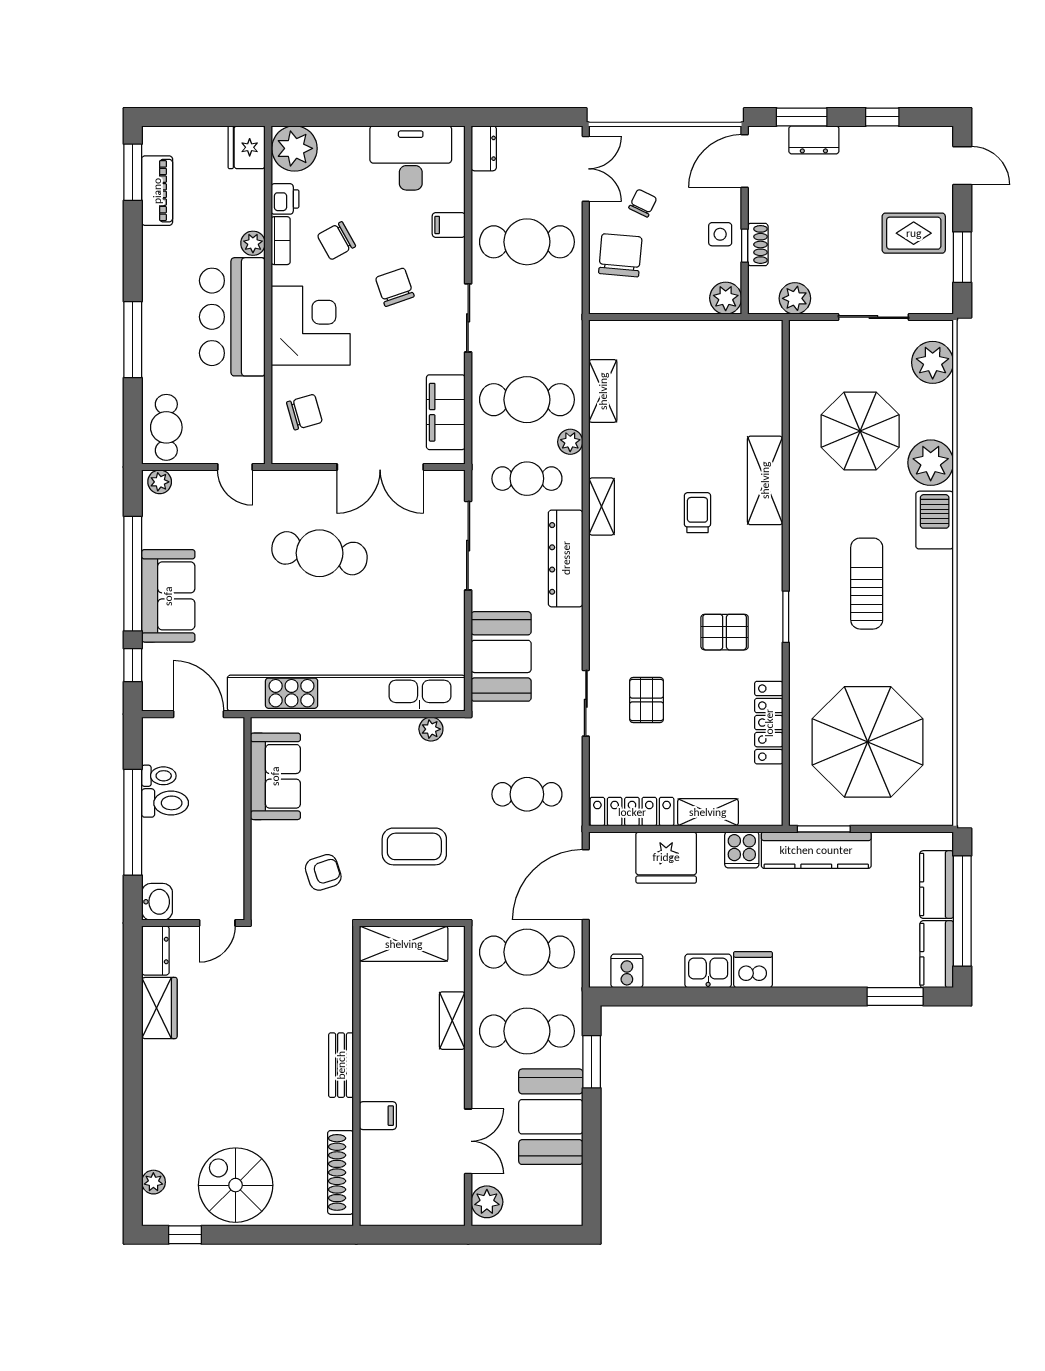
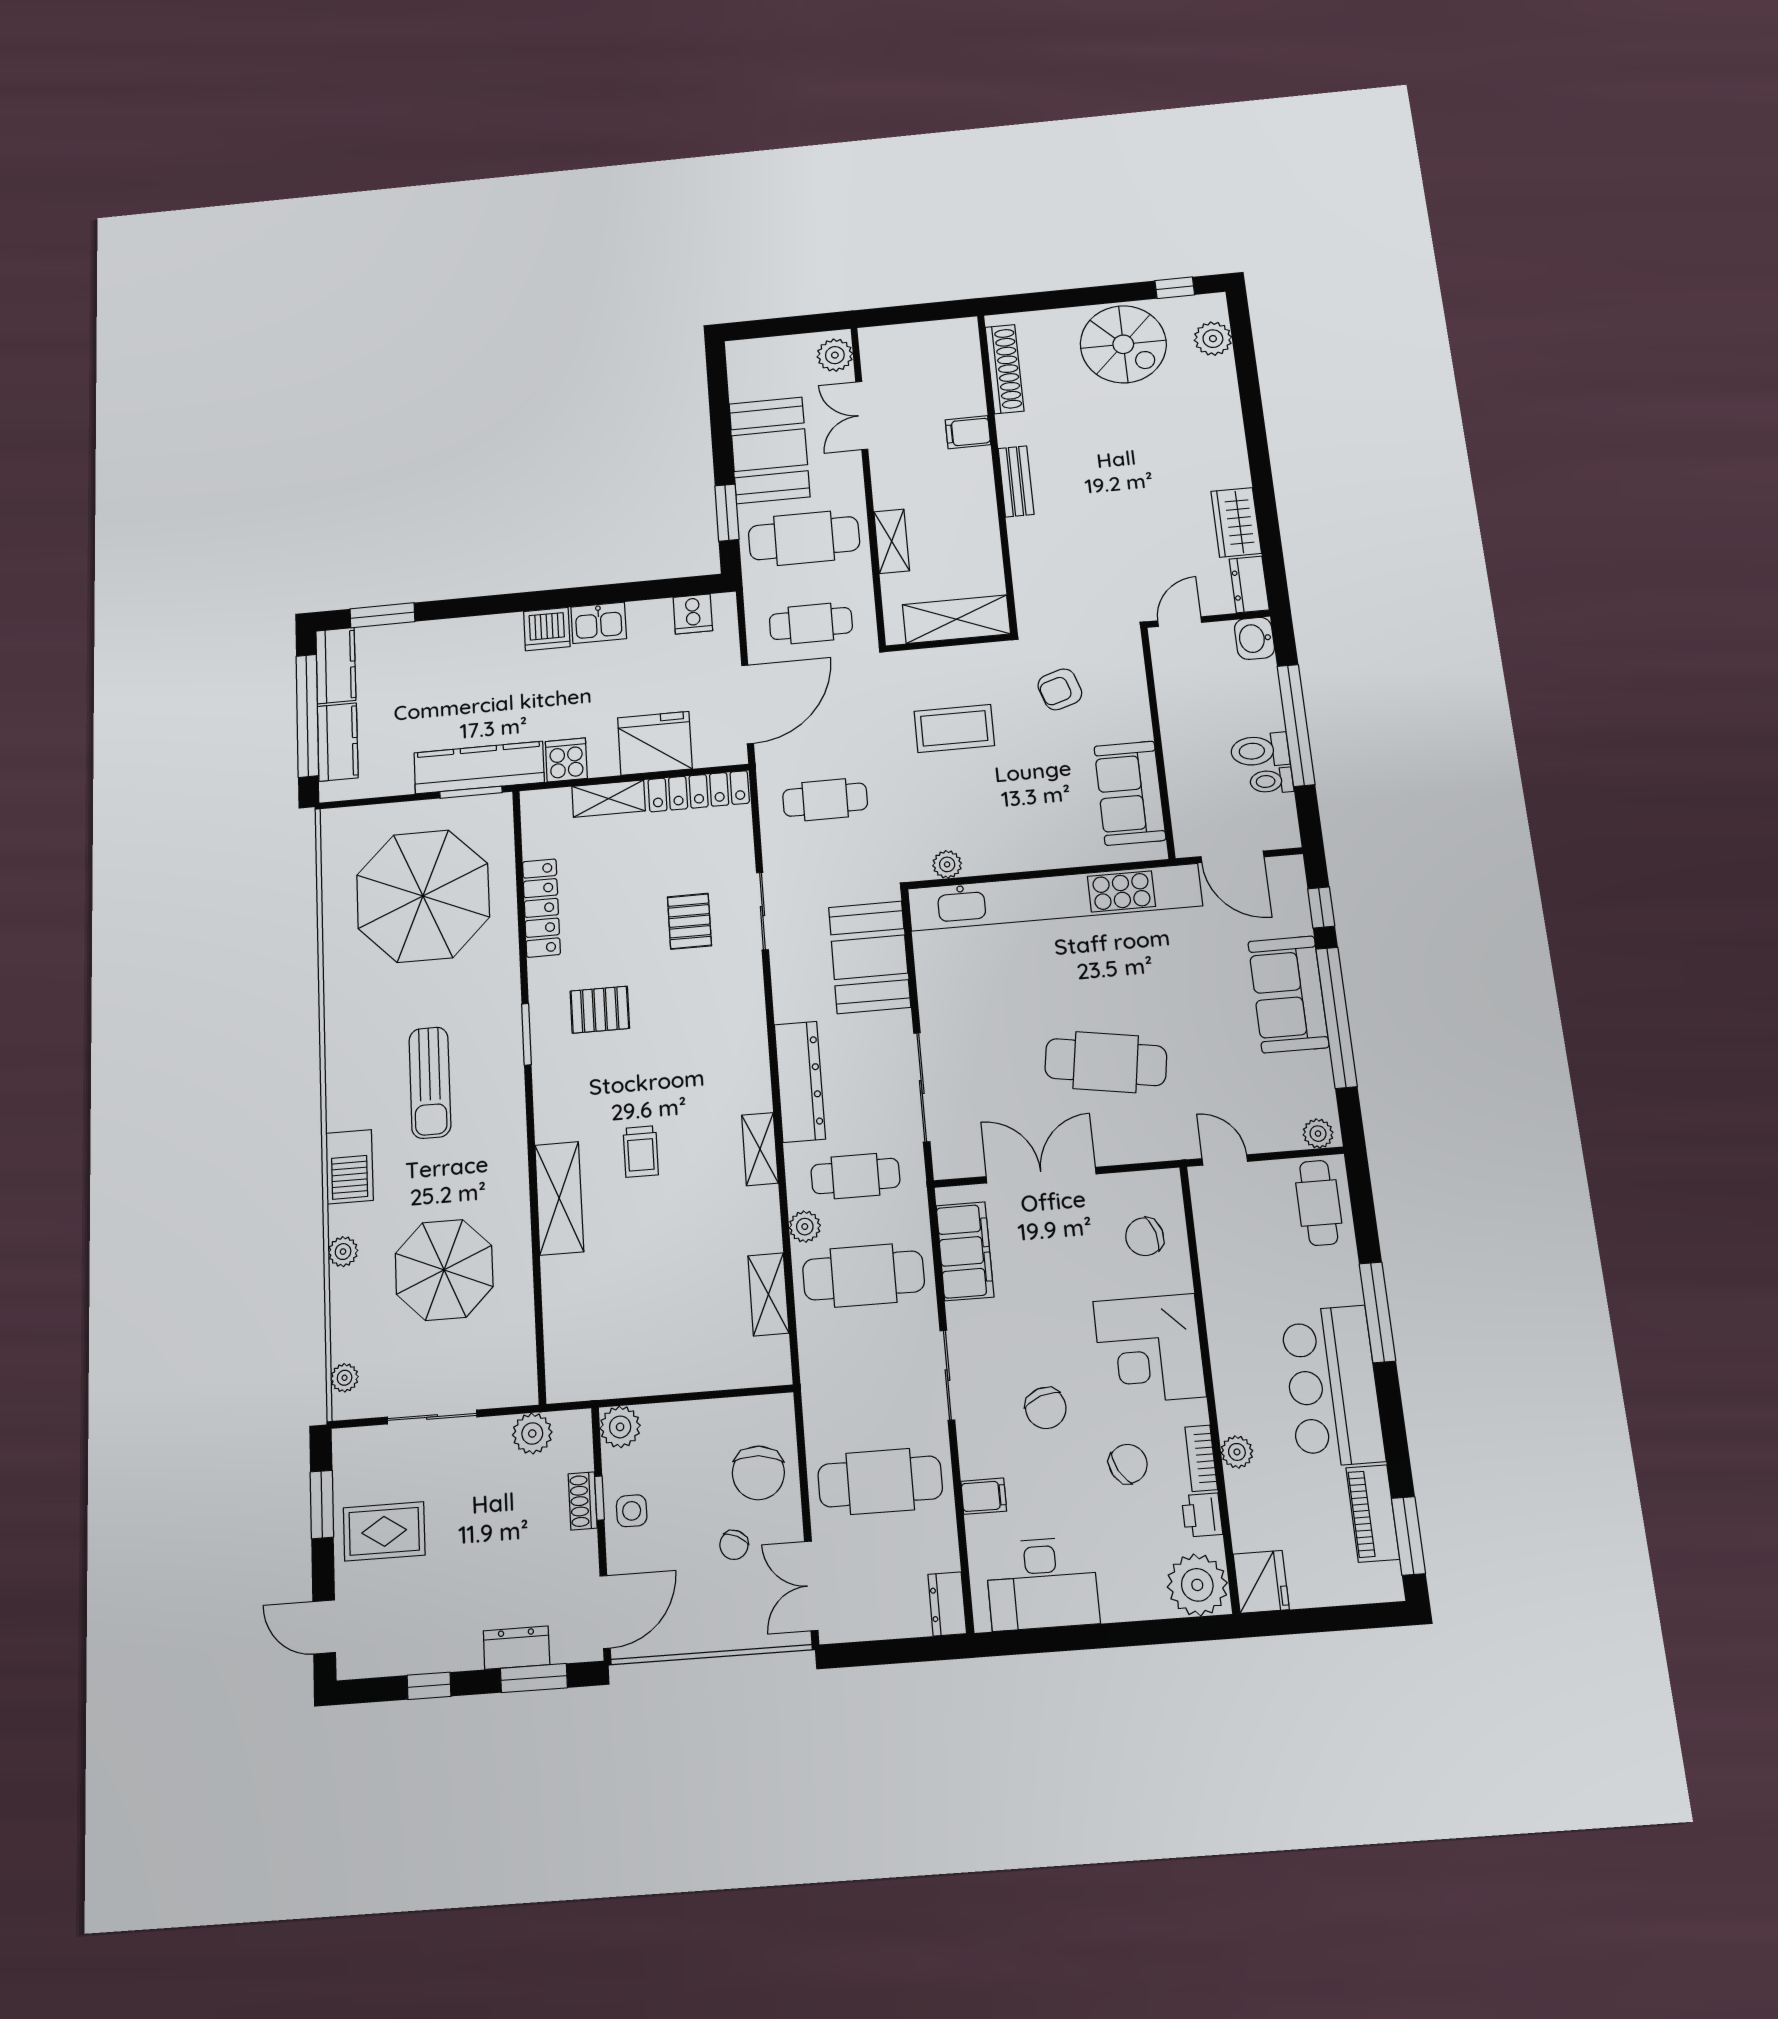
bar counter: (232, 317) -> (1332, 1386), moved, turned 180
plant: (933, 362) -> (345, 1378), width x0.53, depth x0.53
plant: (931, 463) -> (343, 1252), width x0.53, depth x0.53
cafe table: (527, 952) -> (811, 624), width x0.73, depth x0.74
plant: (153, 1182) -> (1213, 339), width x1.38, depth x1.38

